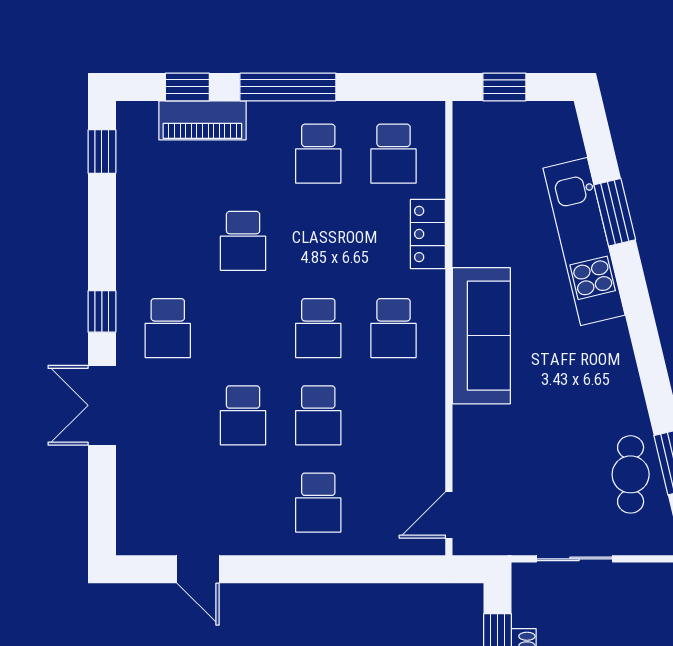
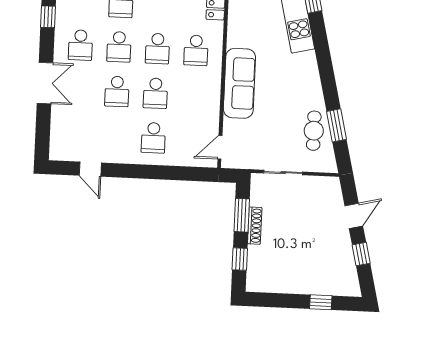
window: (102, 311) -> (48, 17), moved
school desk: (243, 328) -> (119, 47), added
sofa: (481, 336) -> (239, 83), moved
double door: (102, 405) -> (45, 83), swing flipped

